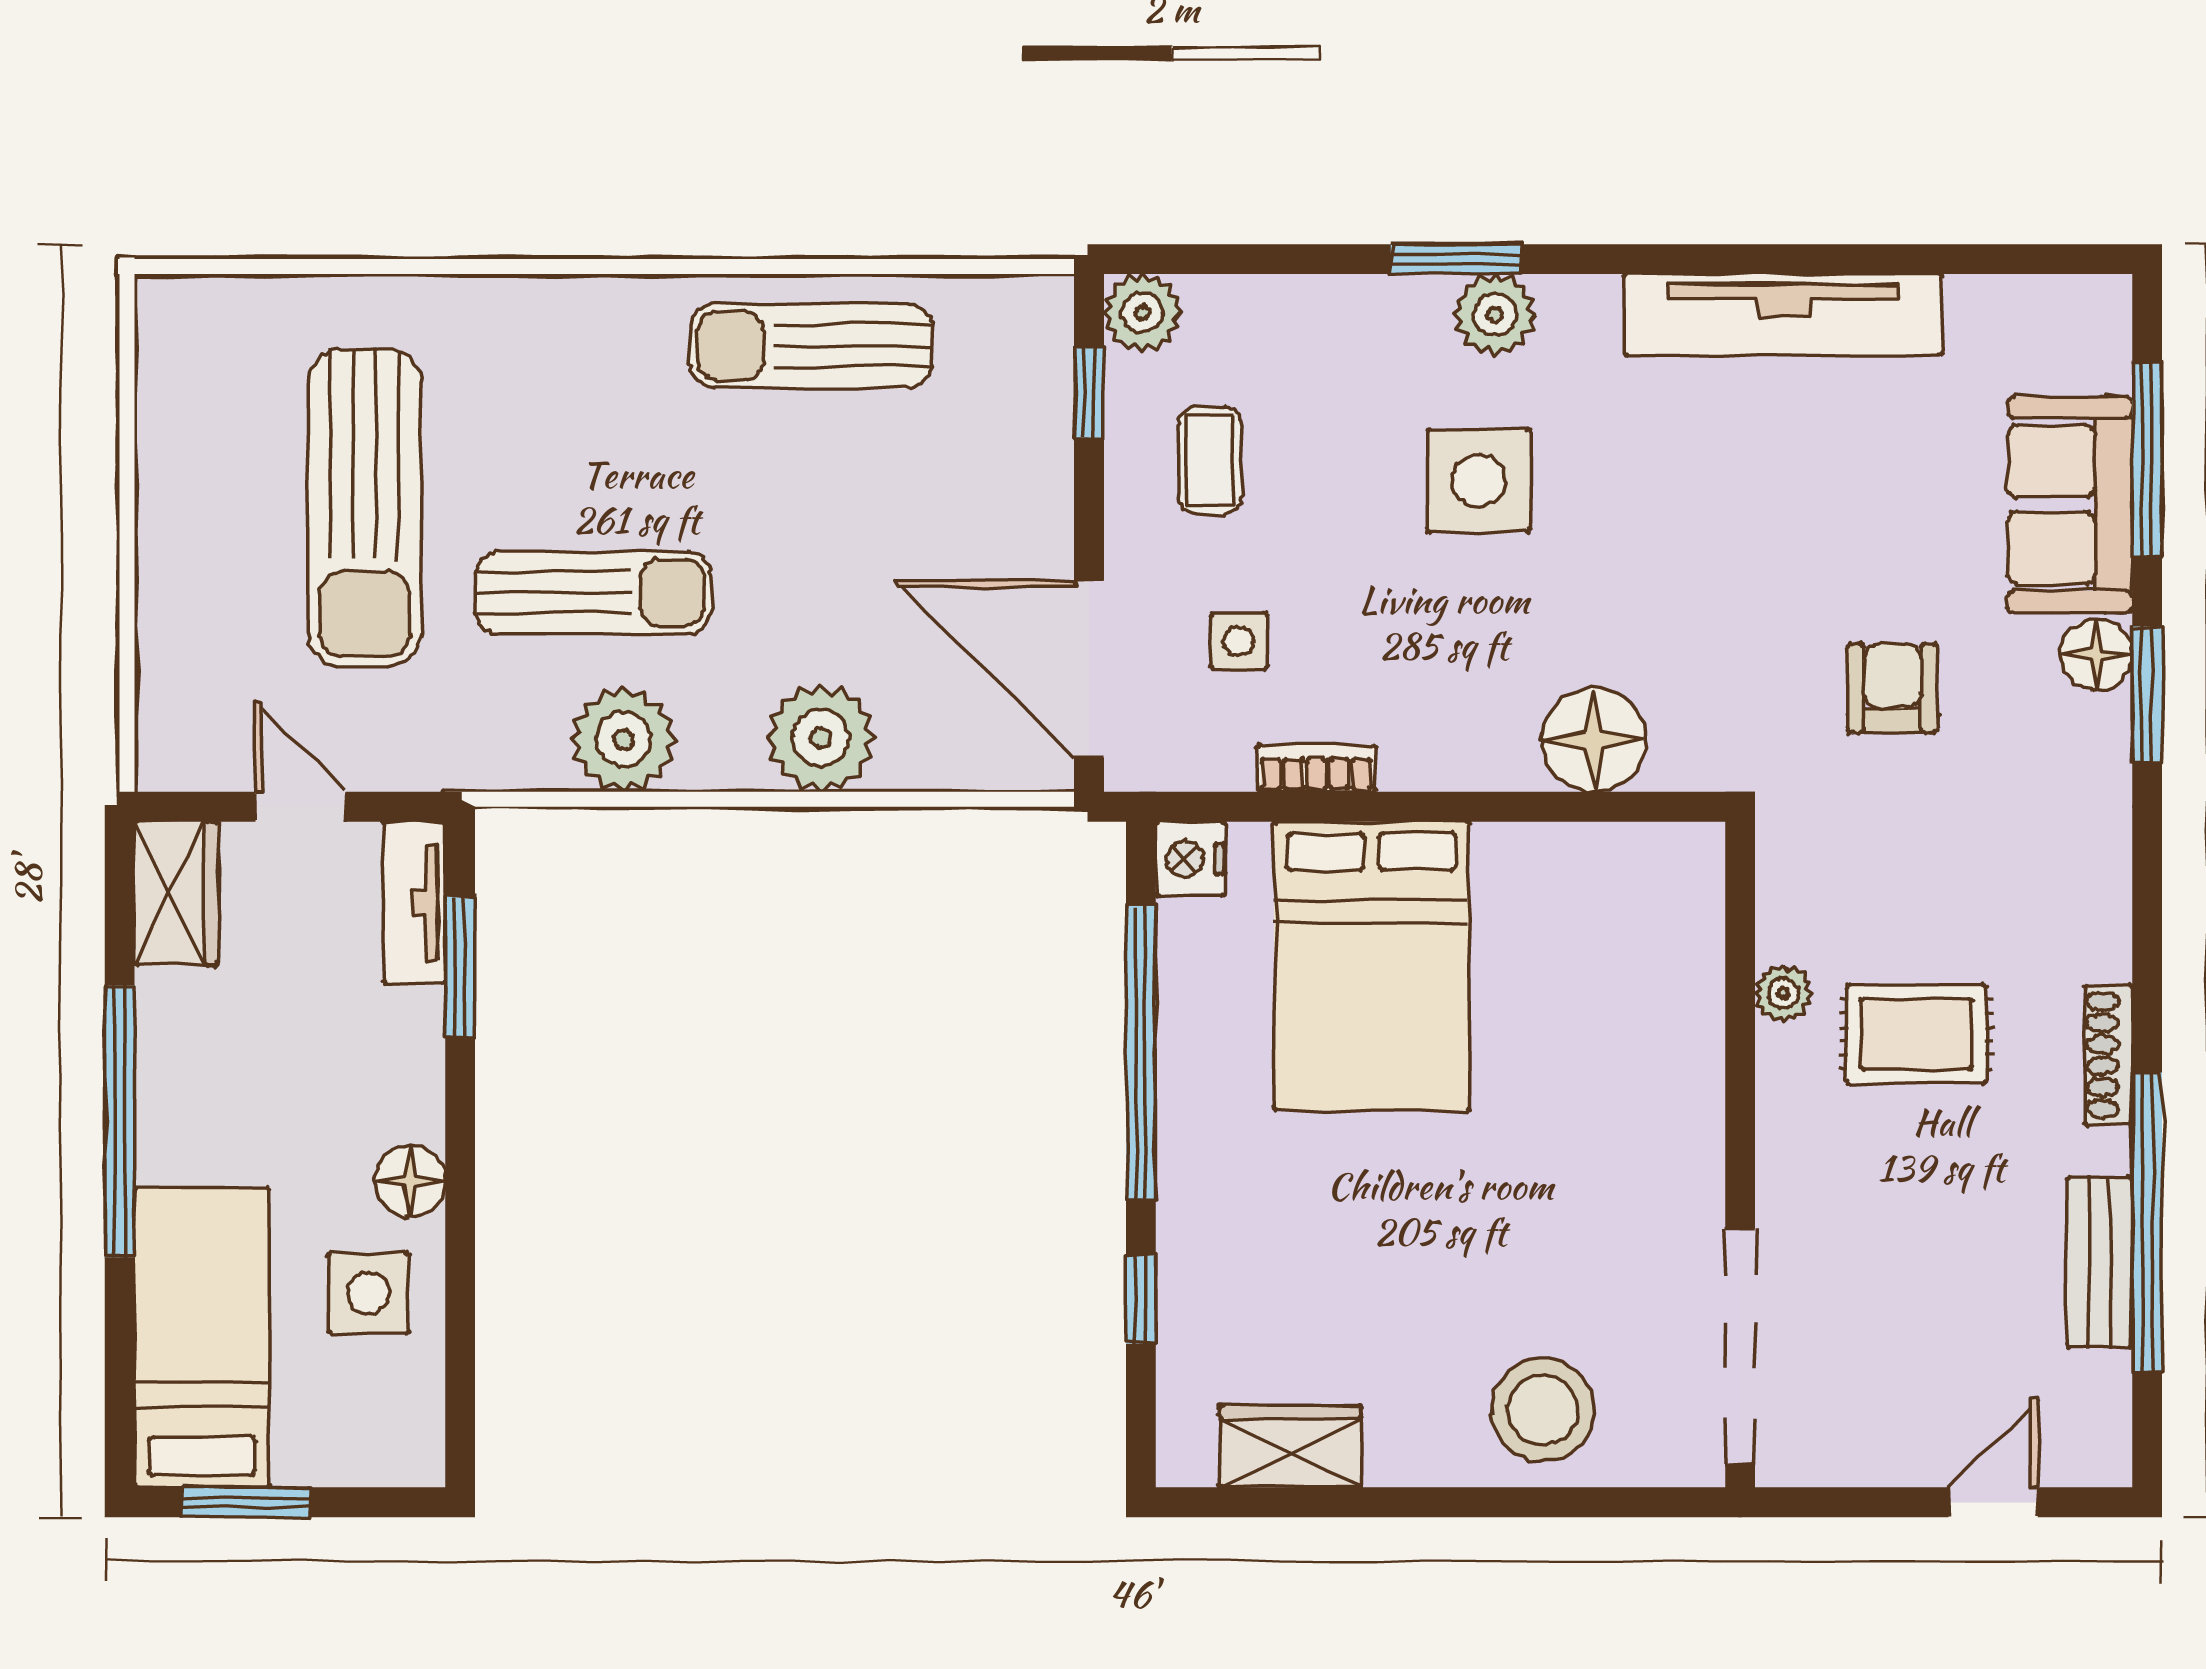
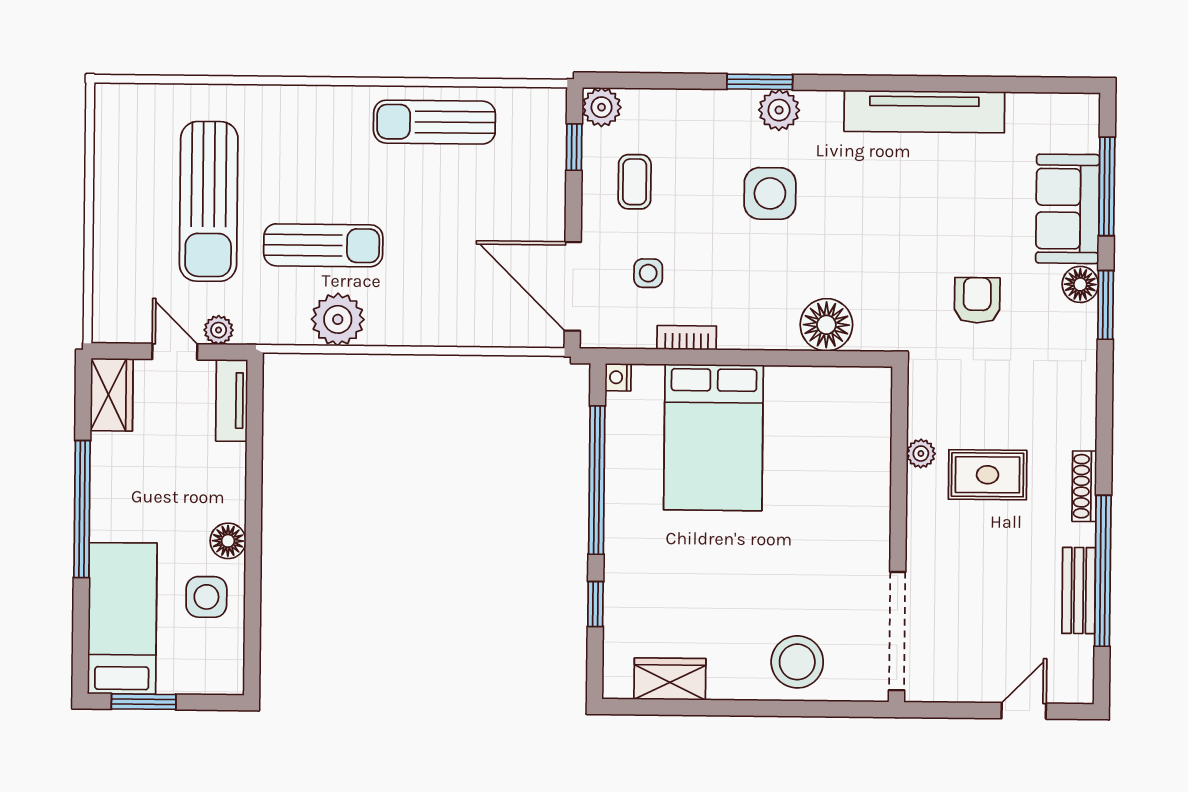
plant: (821, 738) -> (219, 330), moved, width x0.53, depth x0.53
nightstand: (1190, 859) -> (618, 377), width x0.72, depth x0.74
window: (460, 967) -> (254, 433), removed

